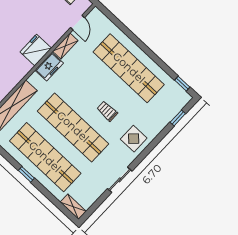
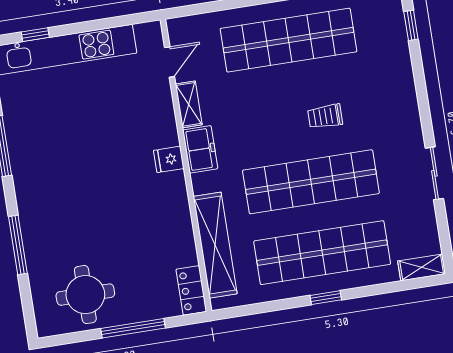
door: (78, 23) -> (170, 62), hinge flipped
fridge: (36, 50) -> (169, 159), width x0.53, depth x0.75
display table: (134, 139) -> (392, 109), removed

